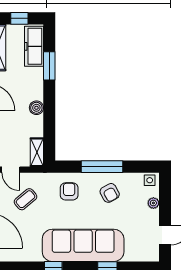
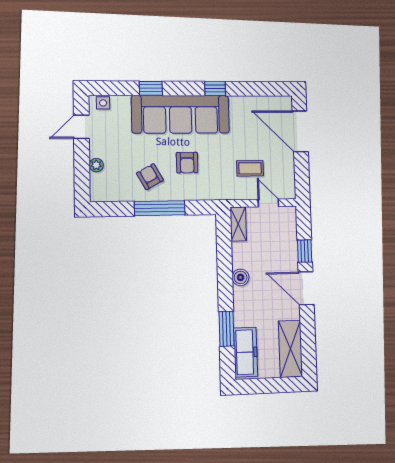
window: (19, 18) -> (264, 386), removed
side table: (150, 180) -> (103, 103), moved
armchair: (69, 191) -> (187, 163), moved
coffee table: (26, 199) -> (250, 168), turned 40

